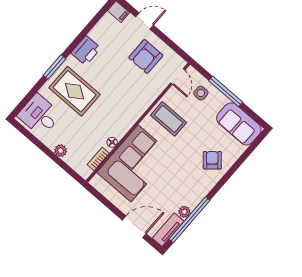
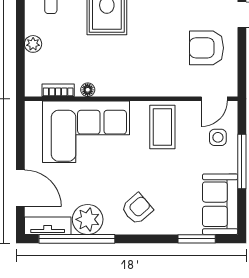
window: (247, 153) -> (197, 239), added
armchair: (212, 160) -> (137, 209), moved
plant: (184, 212) -> (88, 219), width x1.88, depth x1.88

